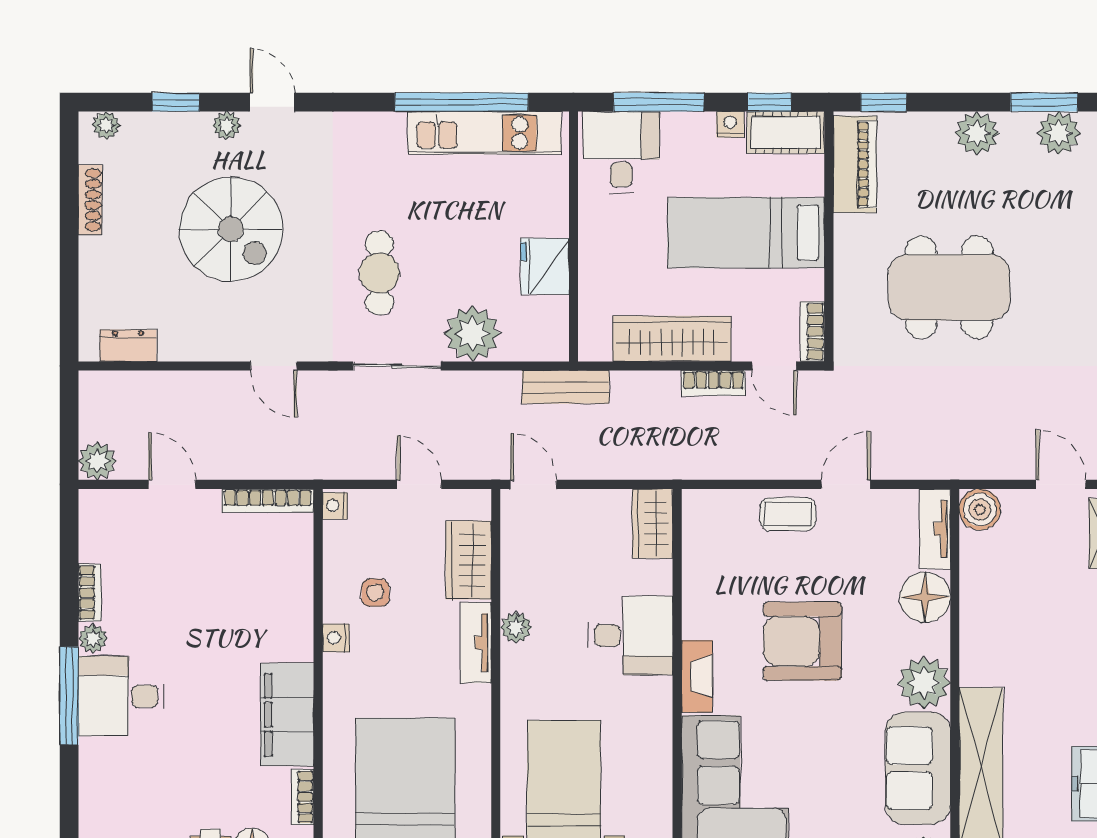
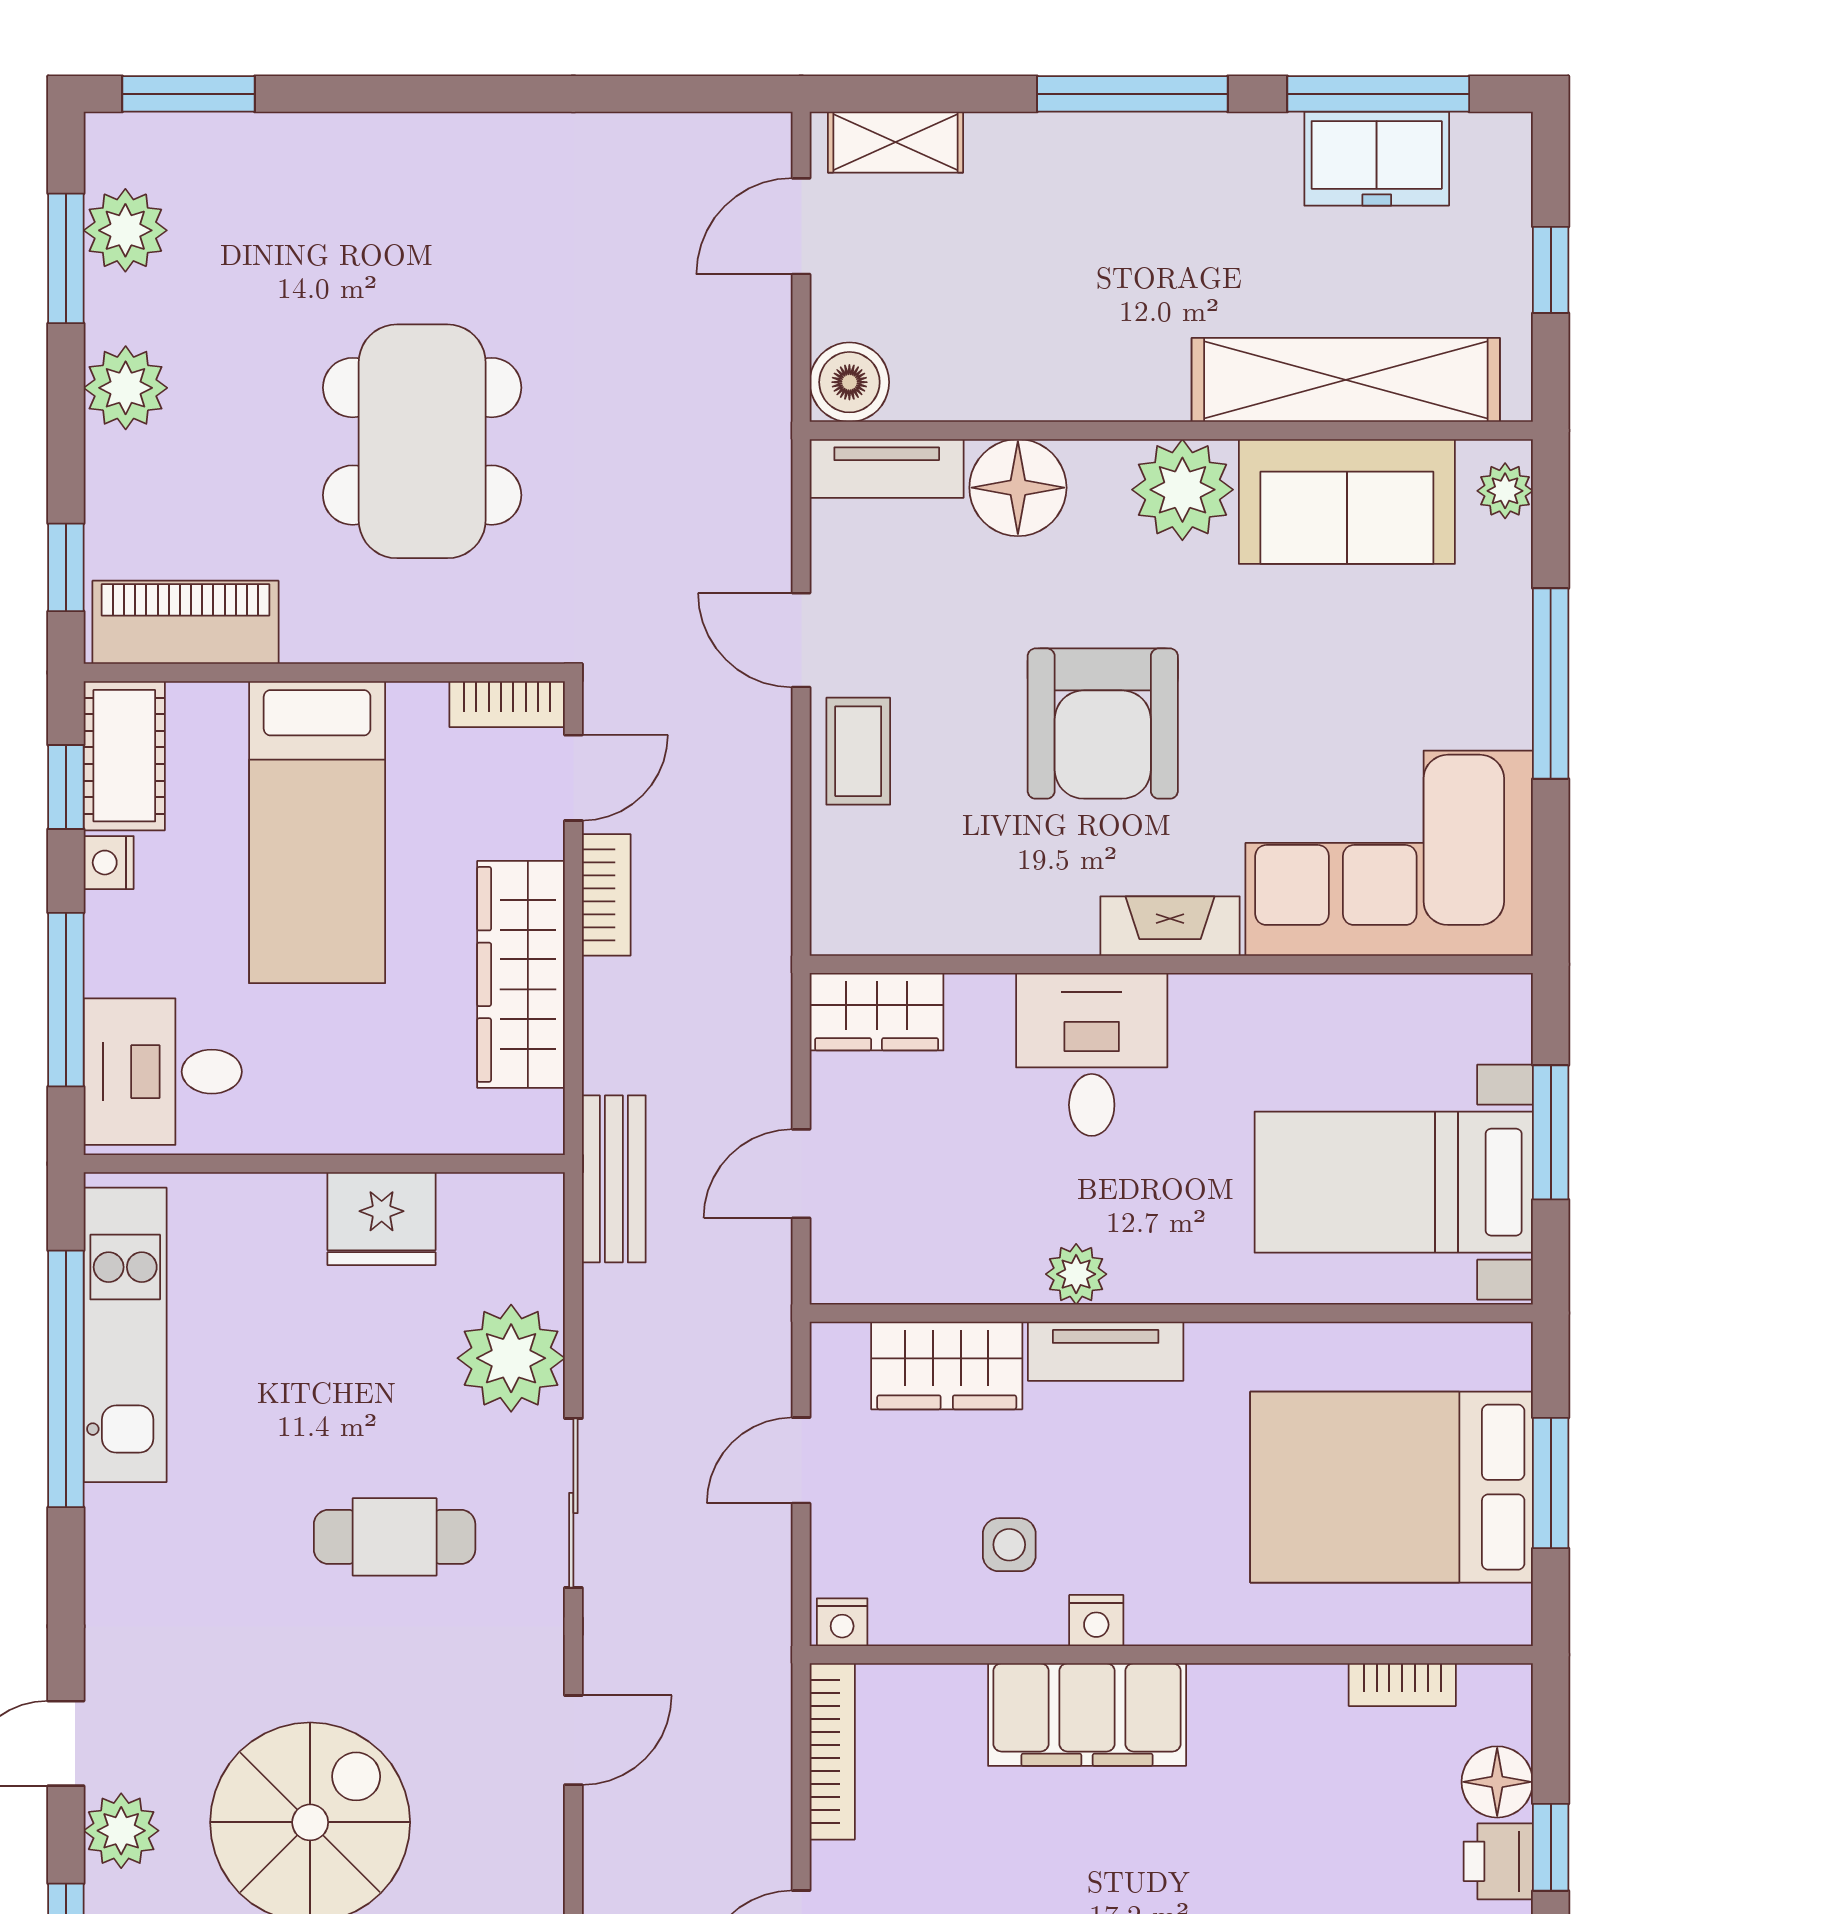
plant: (227, 126) -> (121, 1831), width x1.38, depth x1.38
door: (533, 484) -> (801, 1174), moved
filing cabinet: (287, 715) -> (1087, 1715), moved

